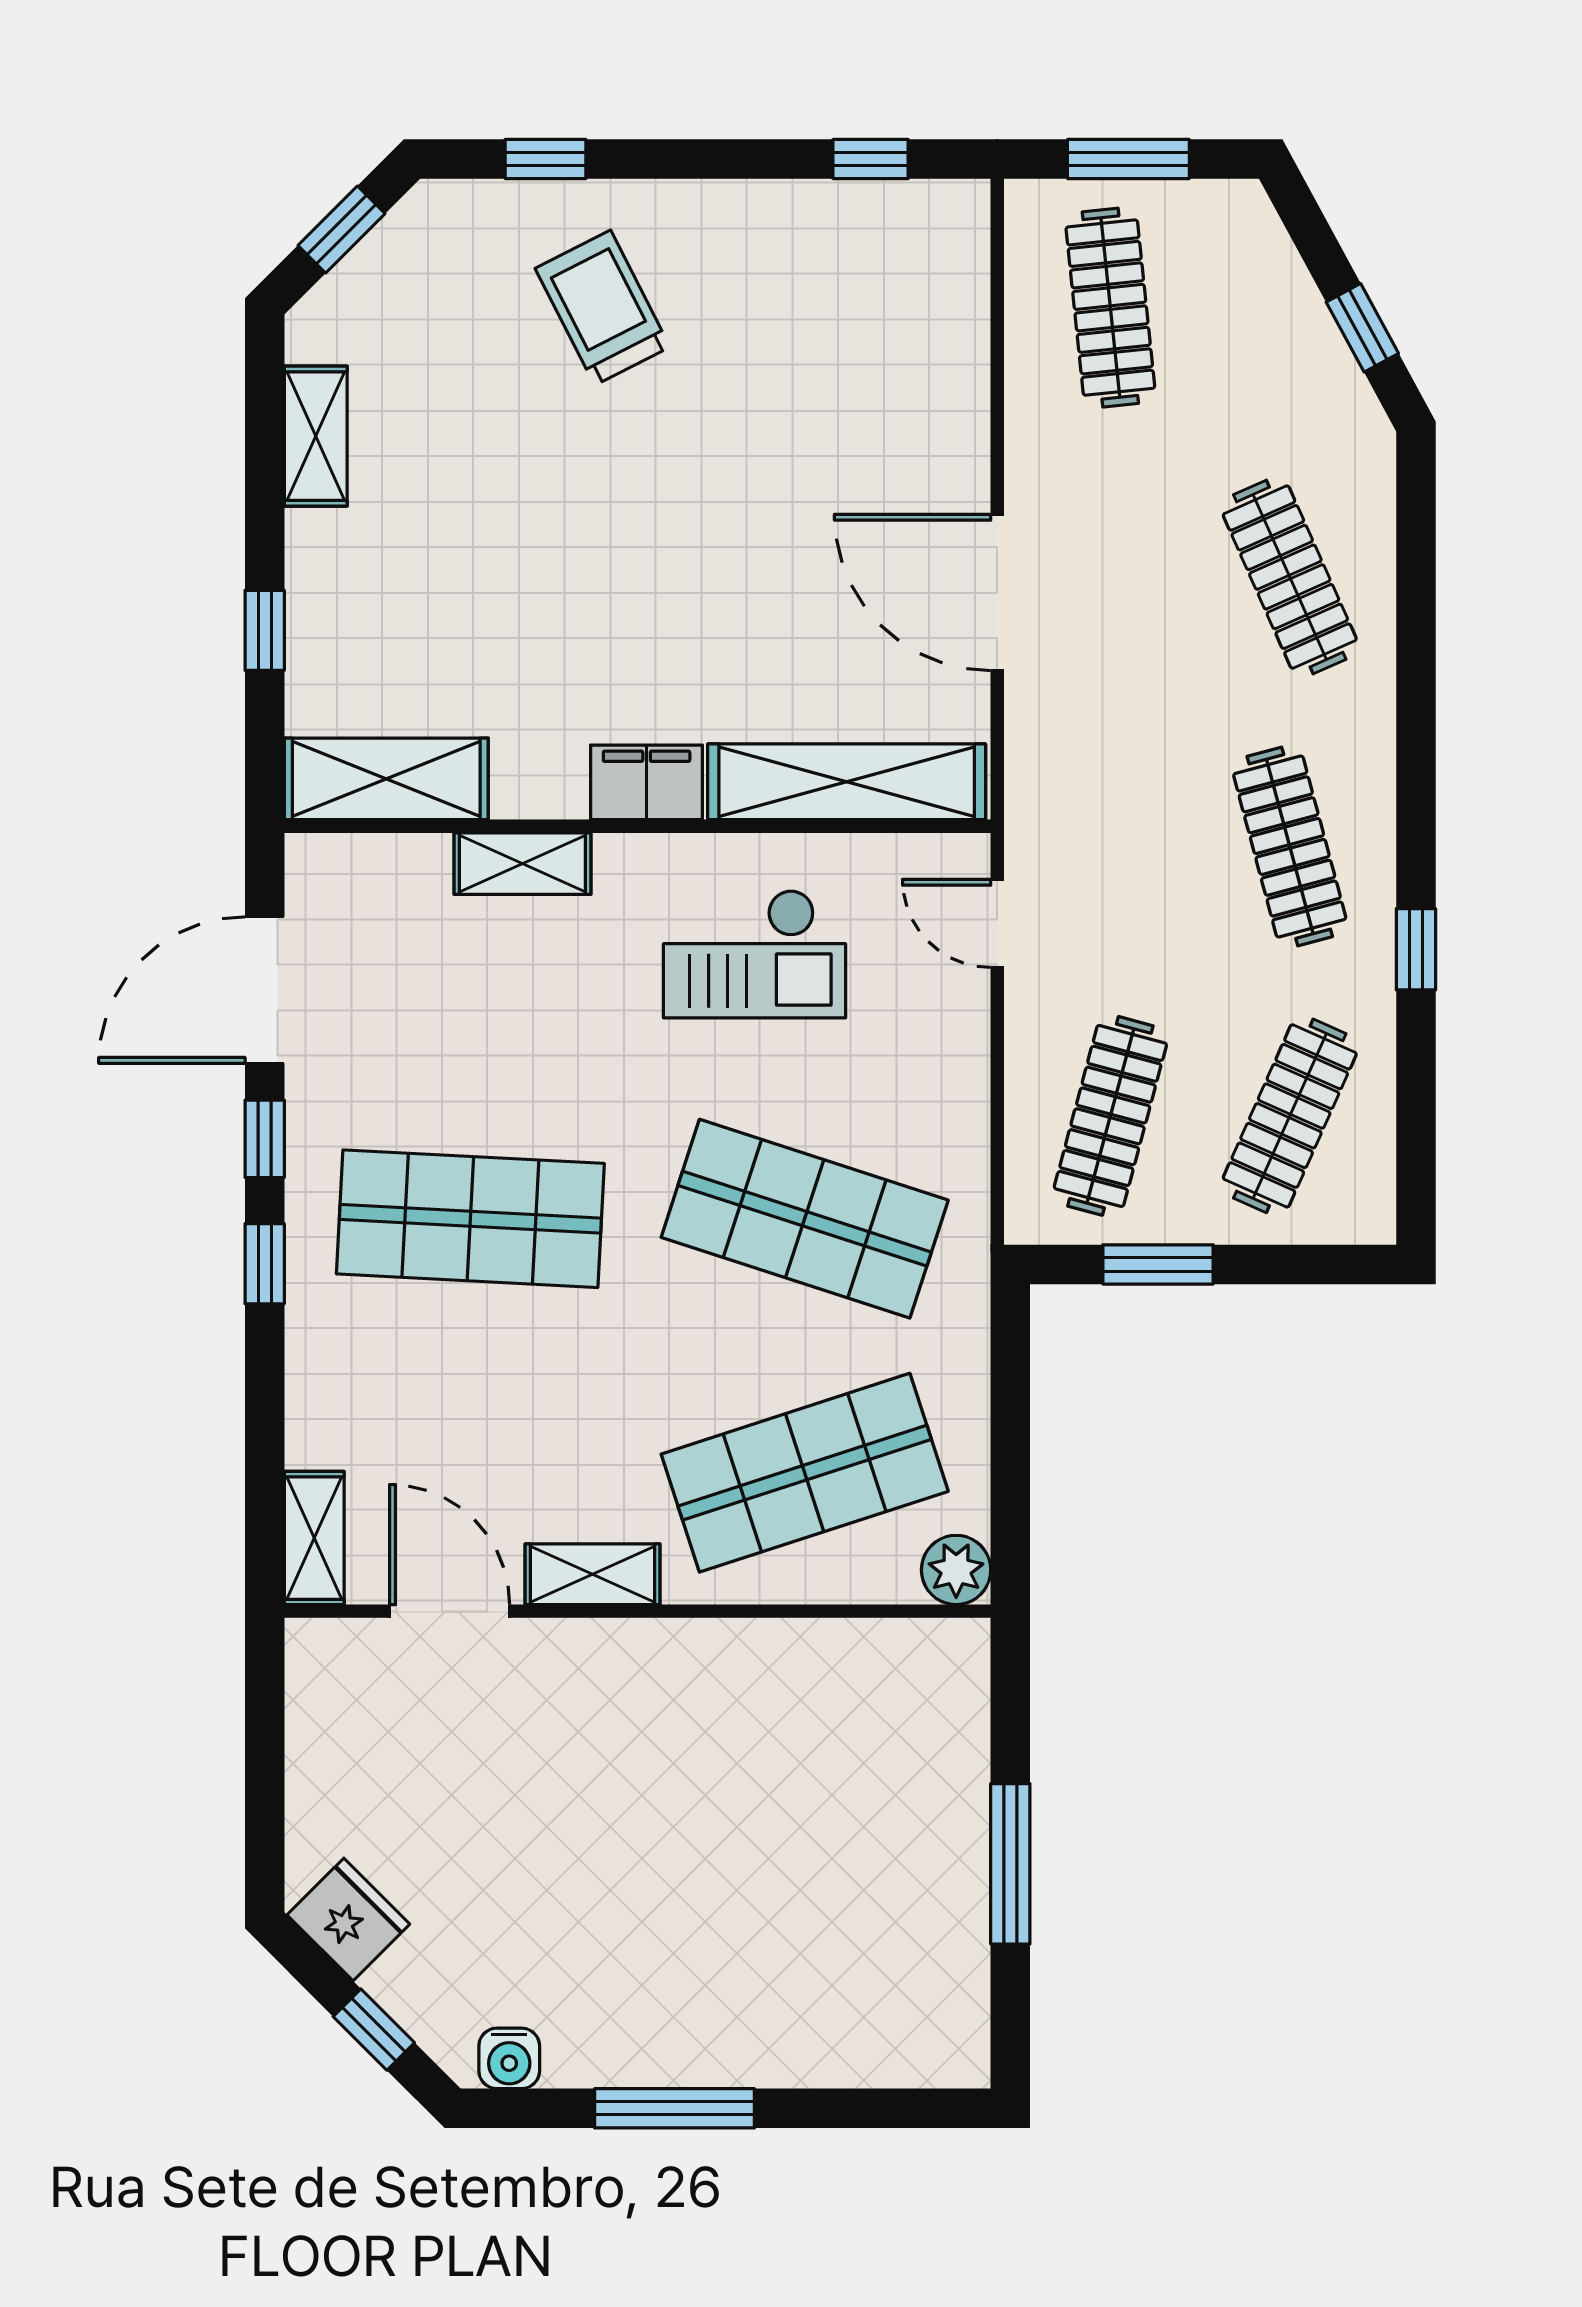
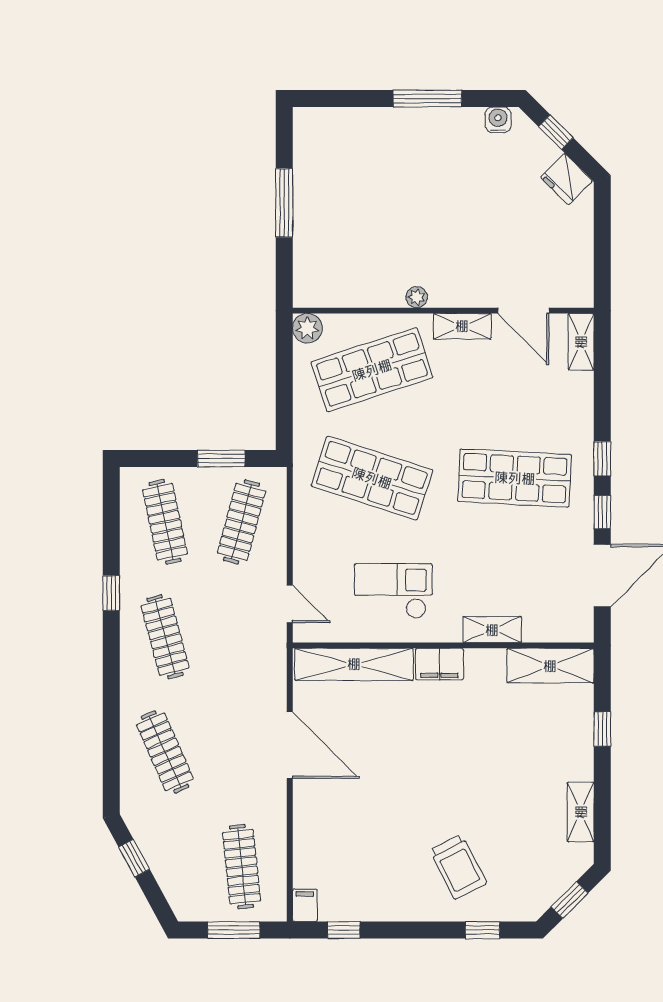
filing cabinet: (962, 217) -> (305, 905), added
clothes rail: (1290, 1116) -> (165, 522), turned -36
plant: (700, 1643) -> (417, 297), added

